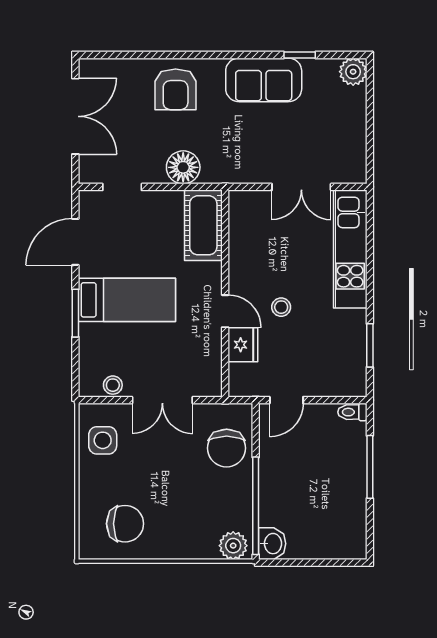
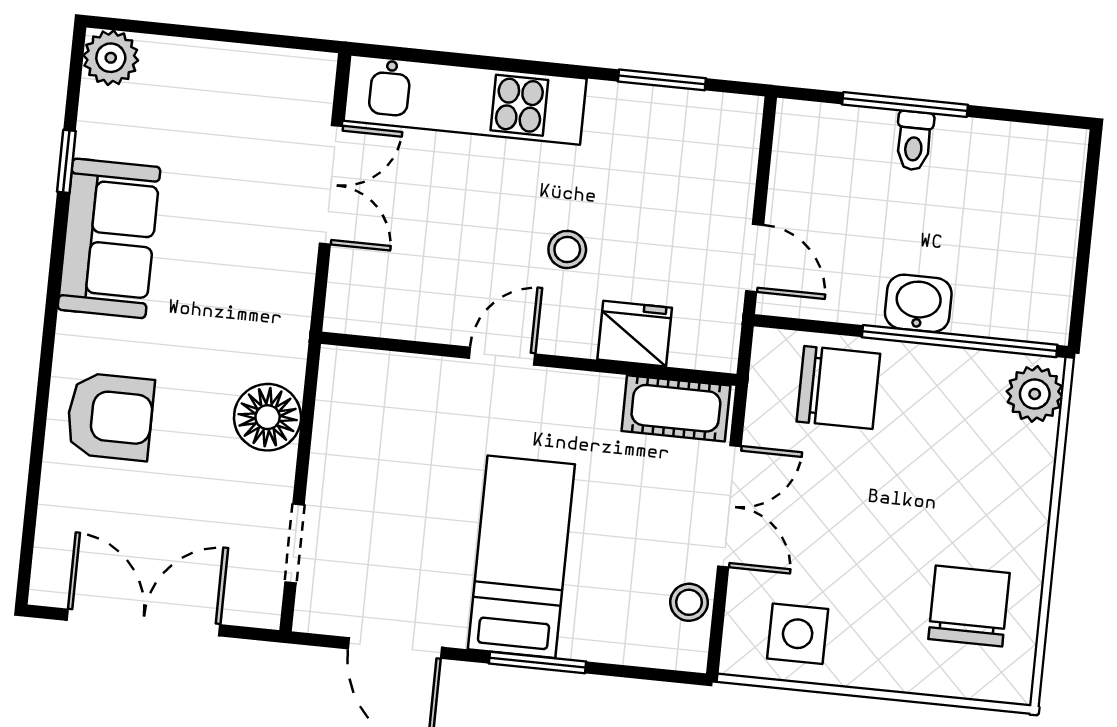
cot: (203, 225) -> (676, 408), moved, width x0.73, depth x0.75
door: (225, 311) -> (502, 356), moved
toilet: (352, 412) -> (914, 141), moved
washbasin: (272, 544) -> (918, 303), moved

